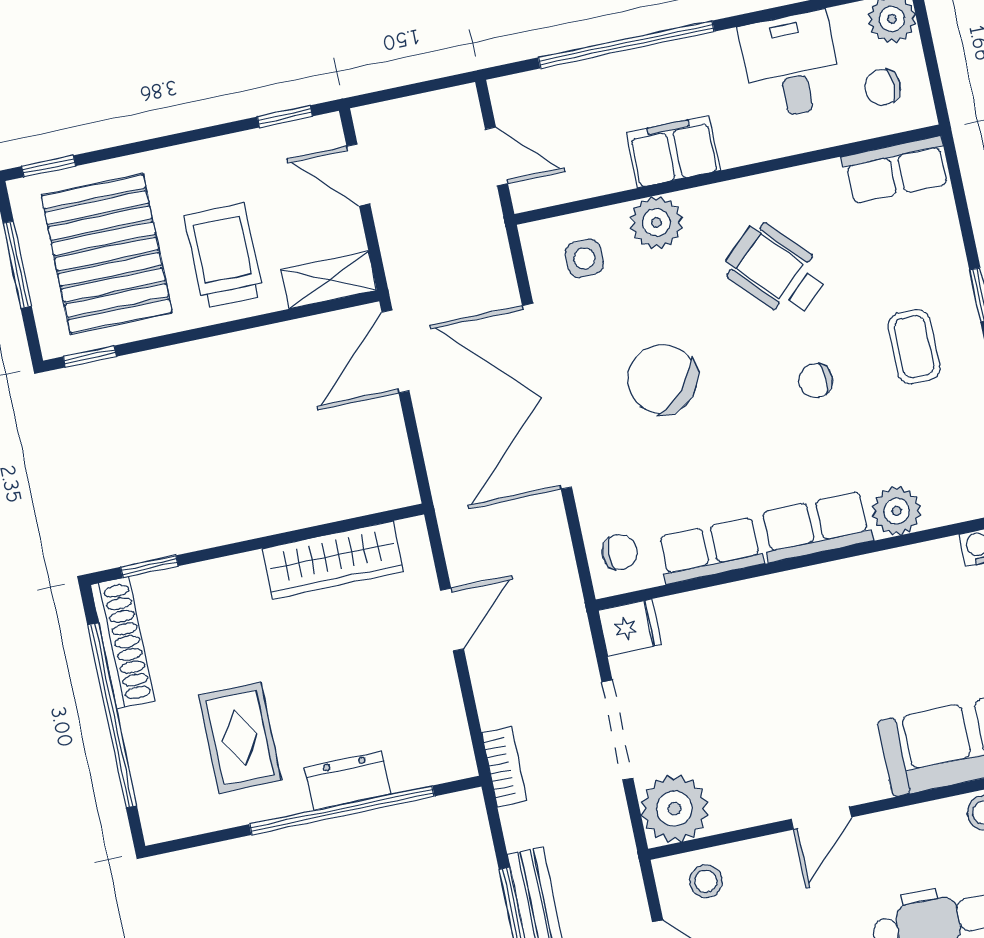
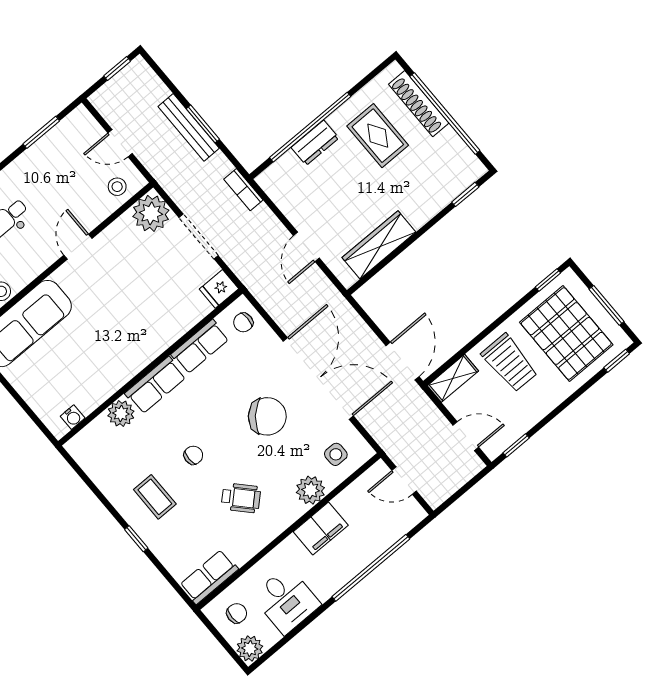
wheelchair: (776, 270) -> (241, 498), width x0.73, depth x0.73
shoe rack: (123, 643) -> (419, 104), moved

